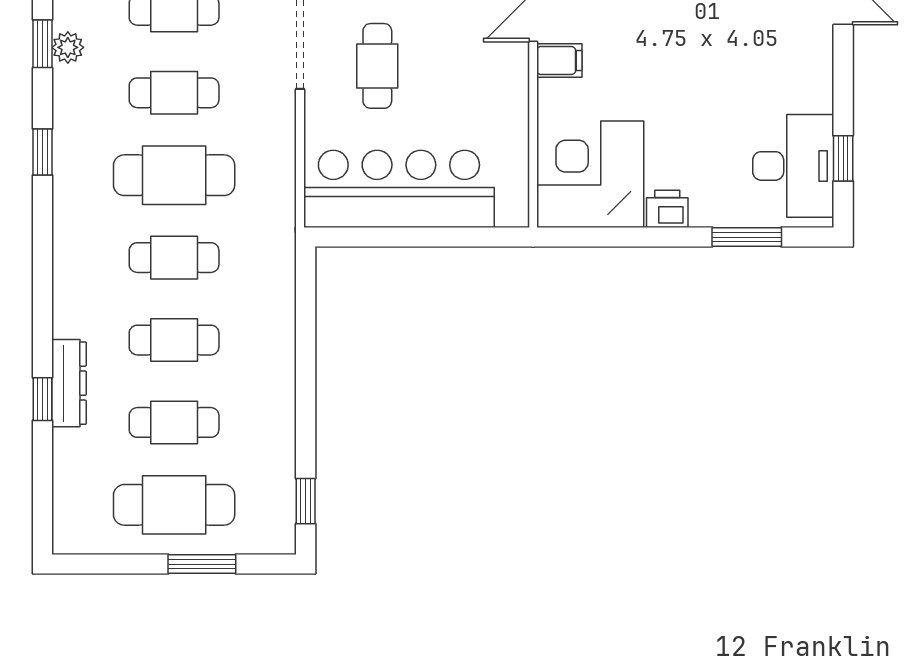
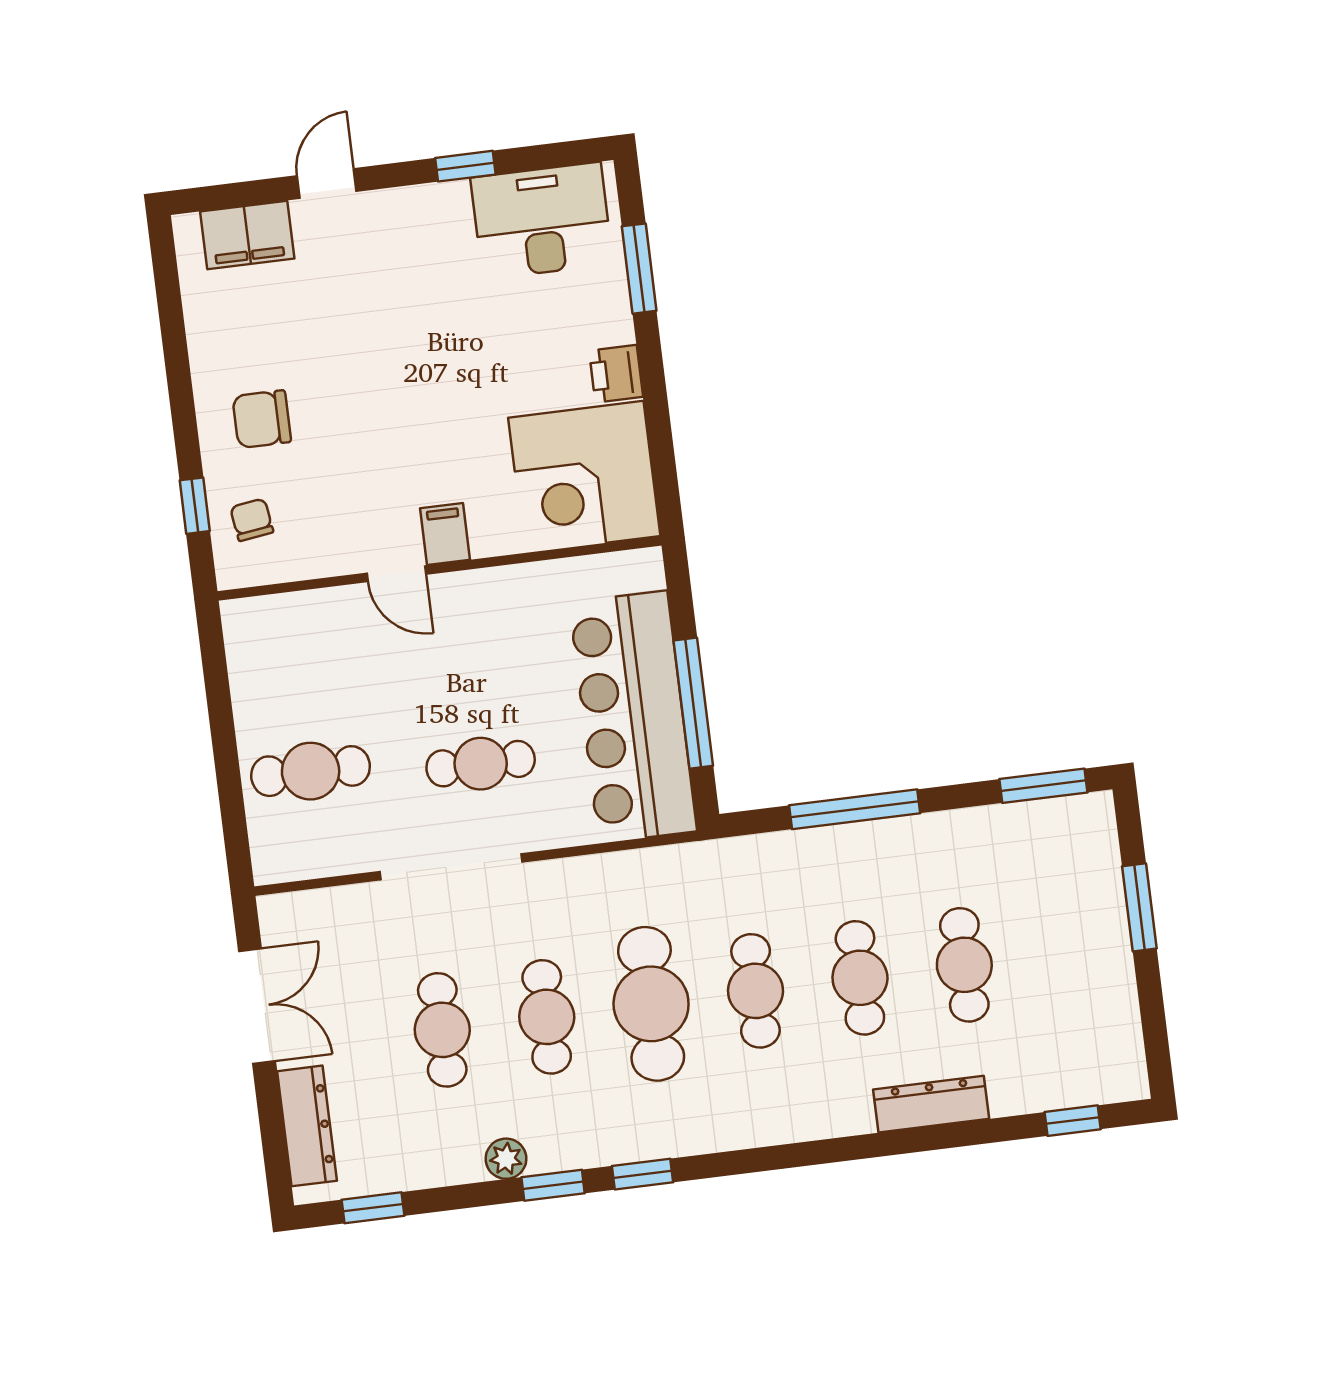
window: (43, 44) -> (553, 1185), moved
window: (843, 158) -> (465, 166), moved
window: (404, 237) -> (693, 703), added
window: (306, 352) -> (855, 809), added
window: (43, 399) -> (1073, 1121), moved
window: (306, 501) -> (1043, 786), width x1.50
cafe table: (174, 505) -> (1069, 952), removed

